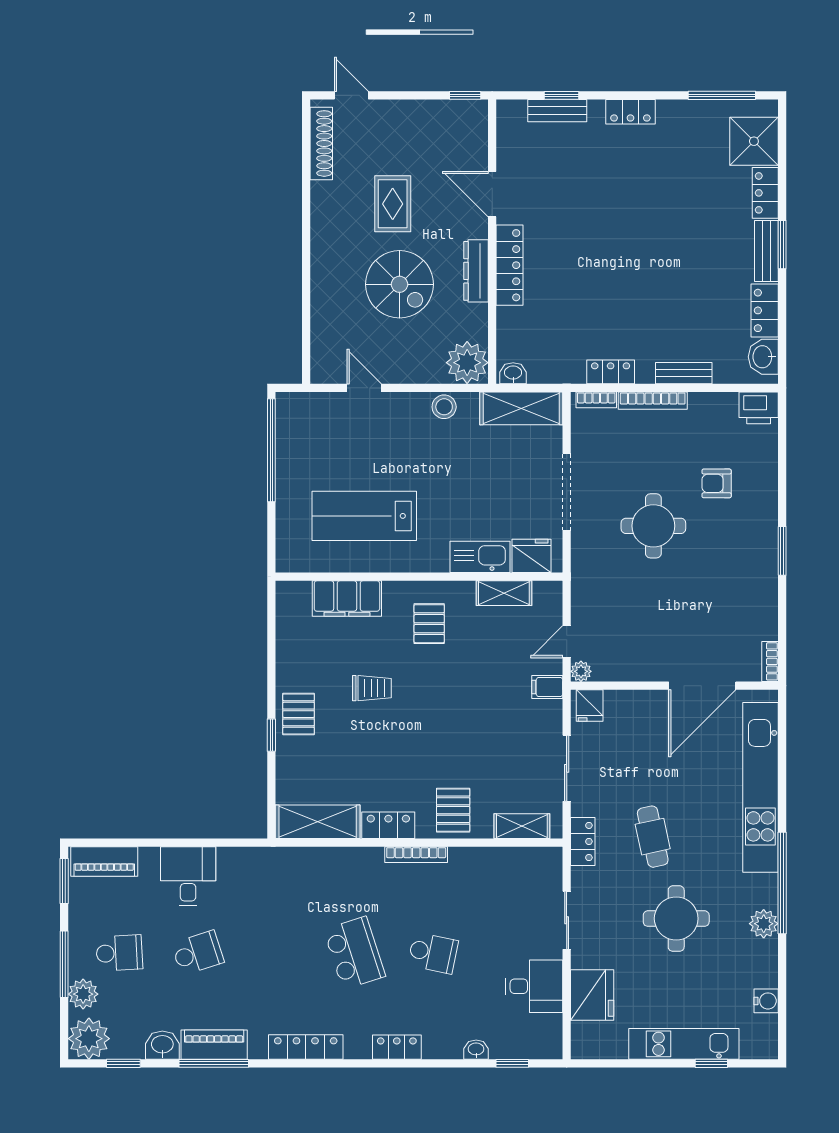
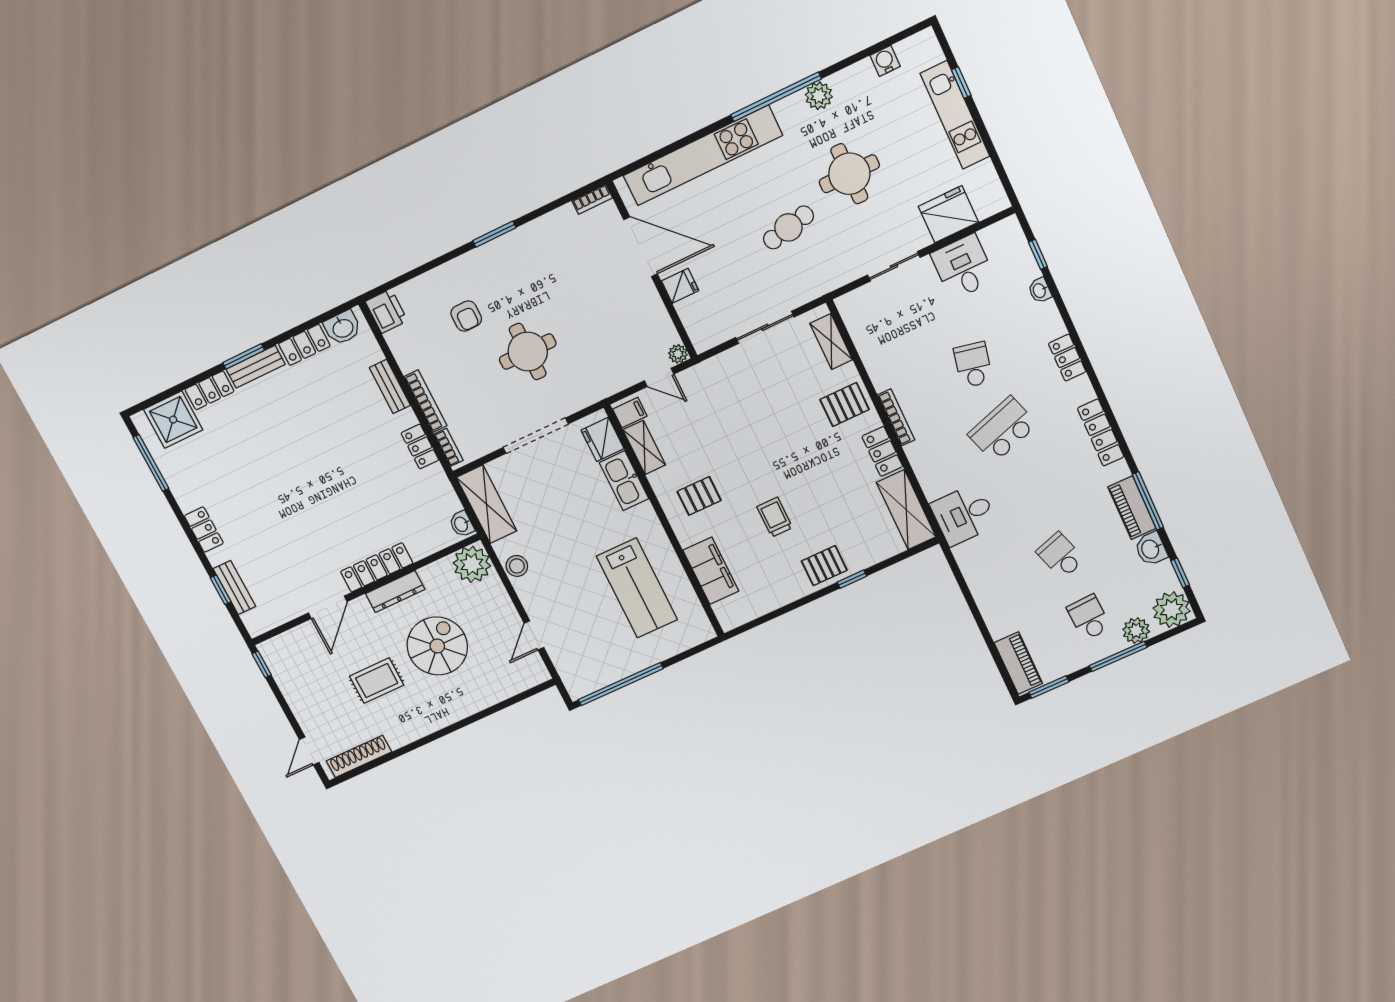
filing cabinet: (547, 687) -> (630, 413), moved, turned -90
fridge: (590, 706) -> (680, 286), moved
locker: (583, 841) -> (820, 284), removed
desk: (188, 876) -> (964, 515), moved

